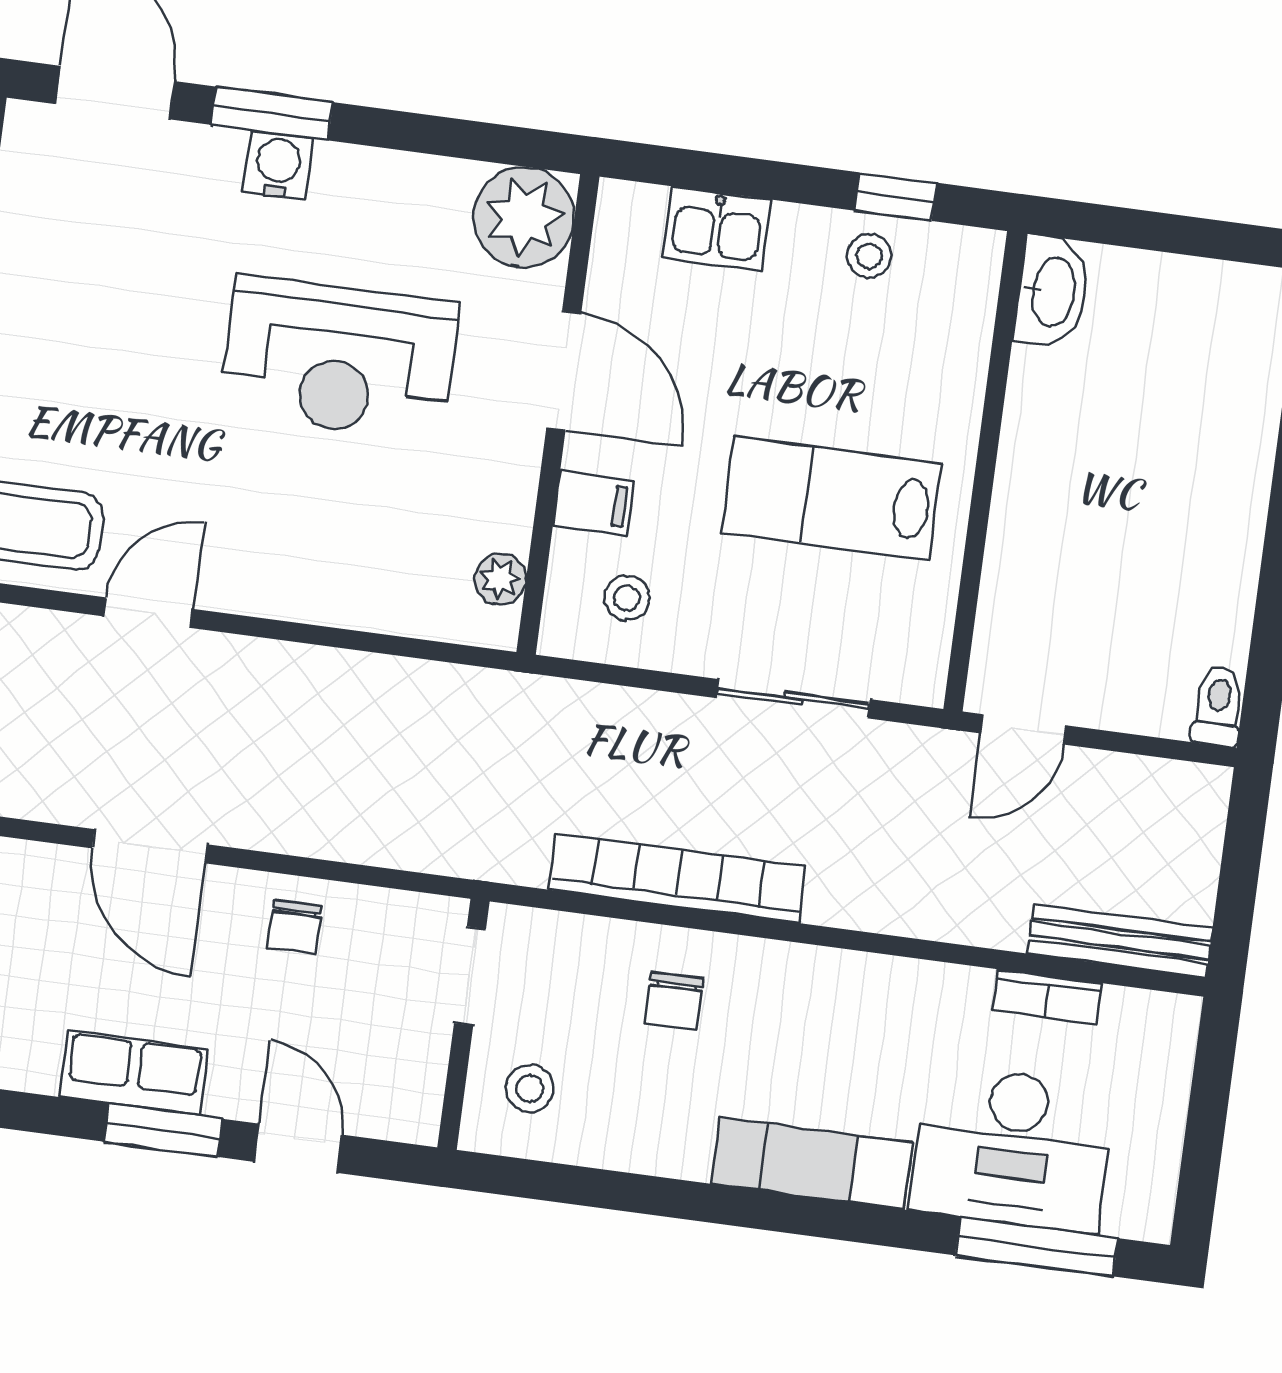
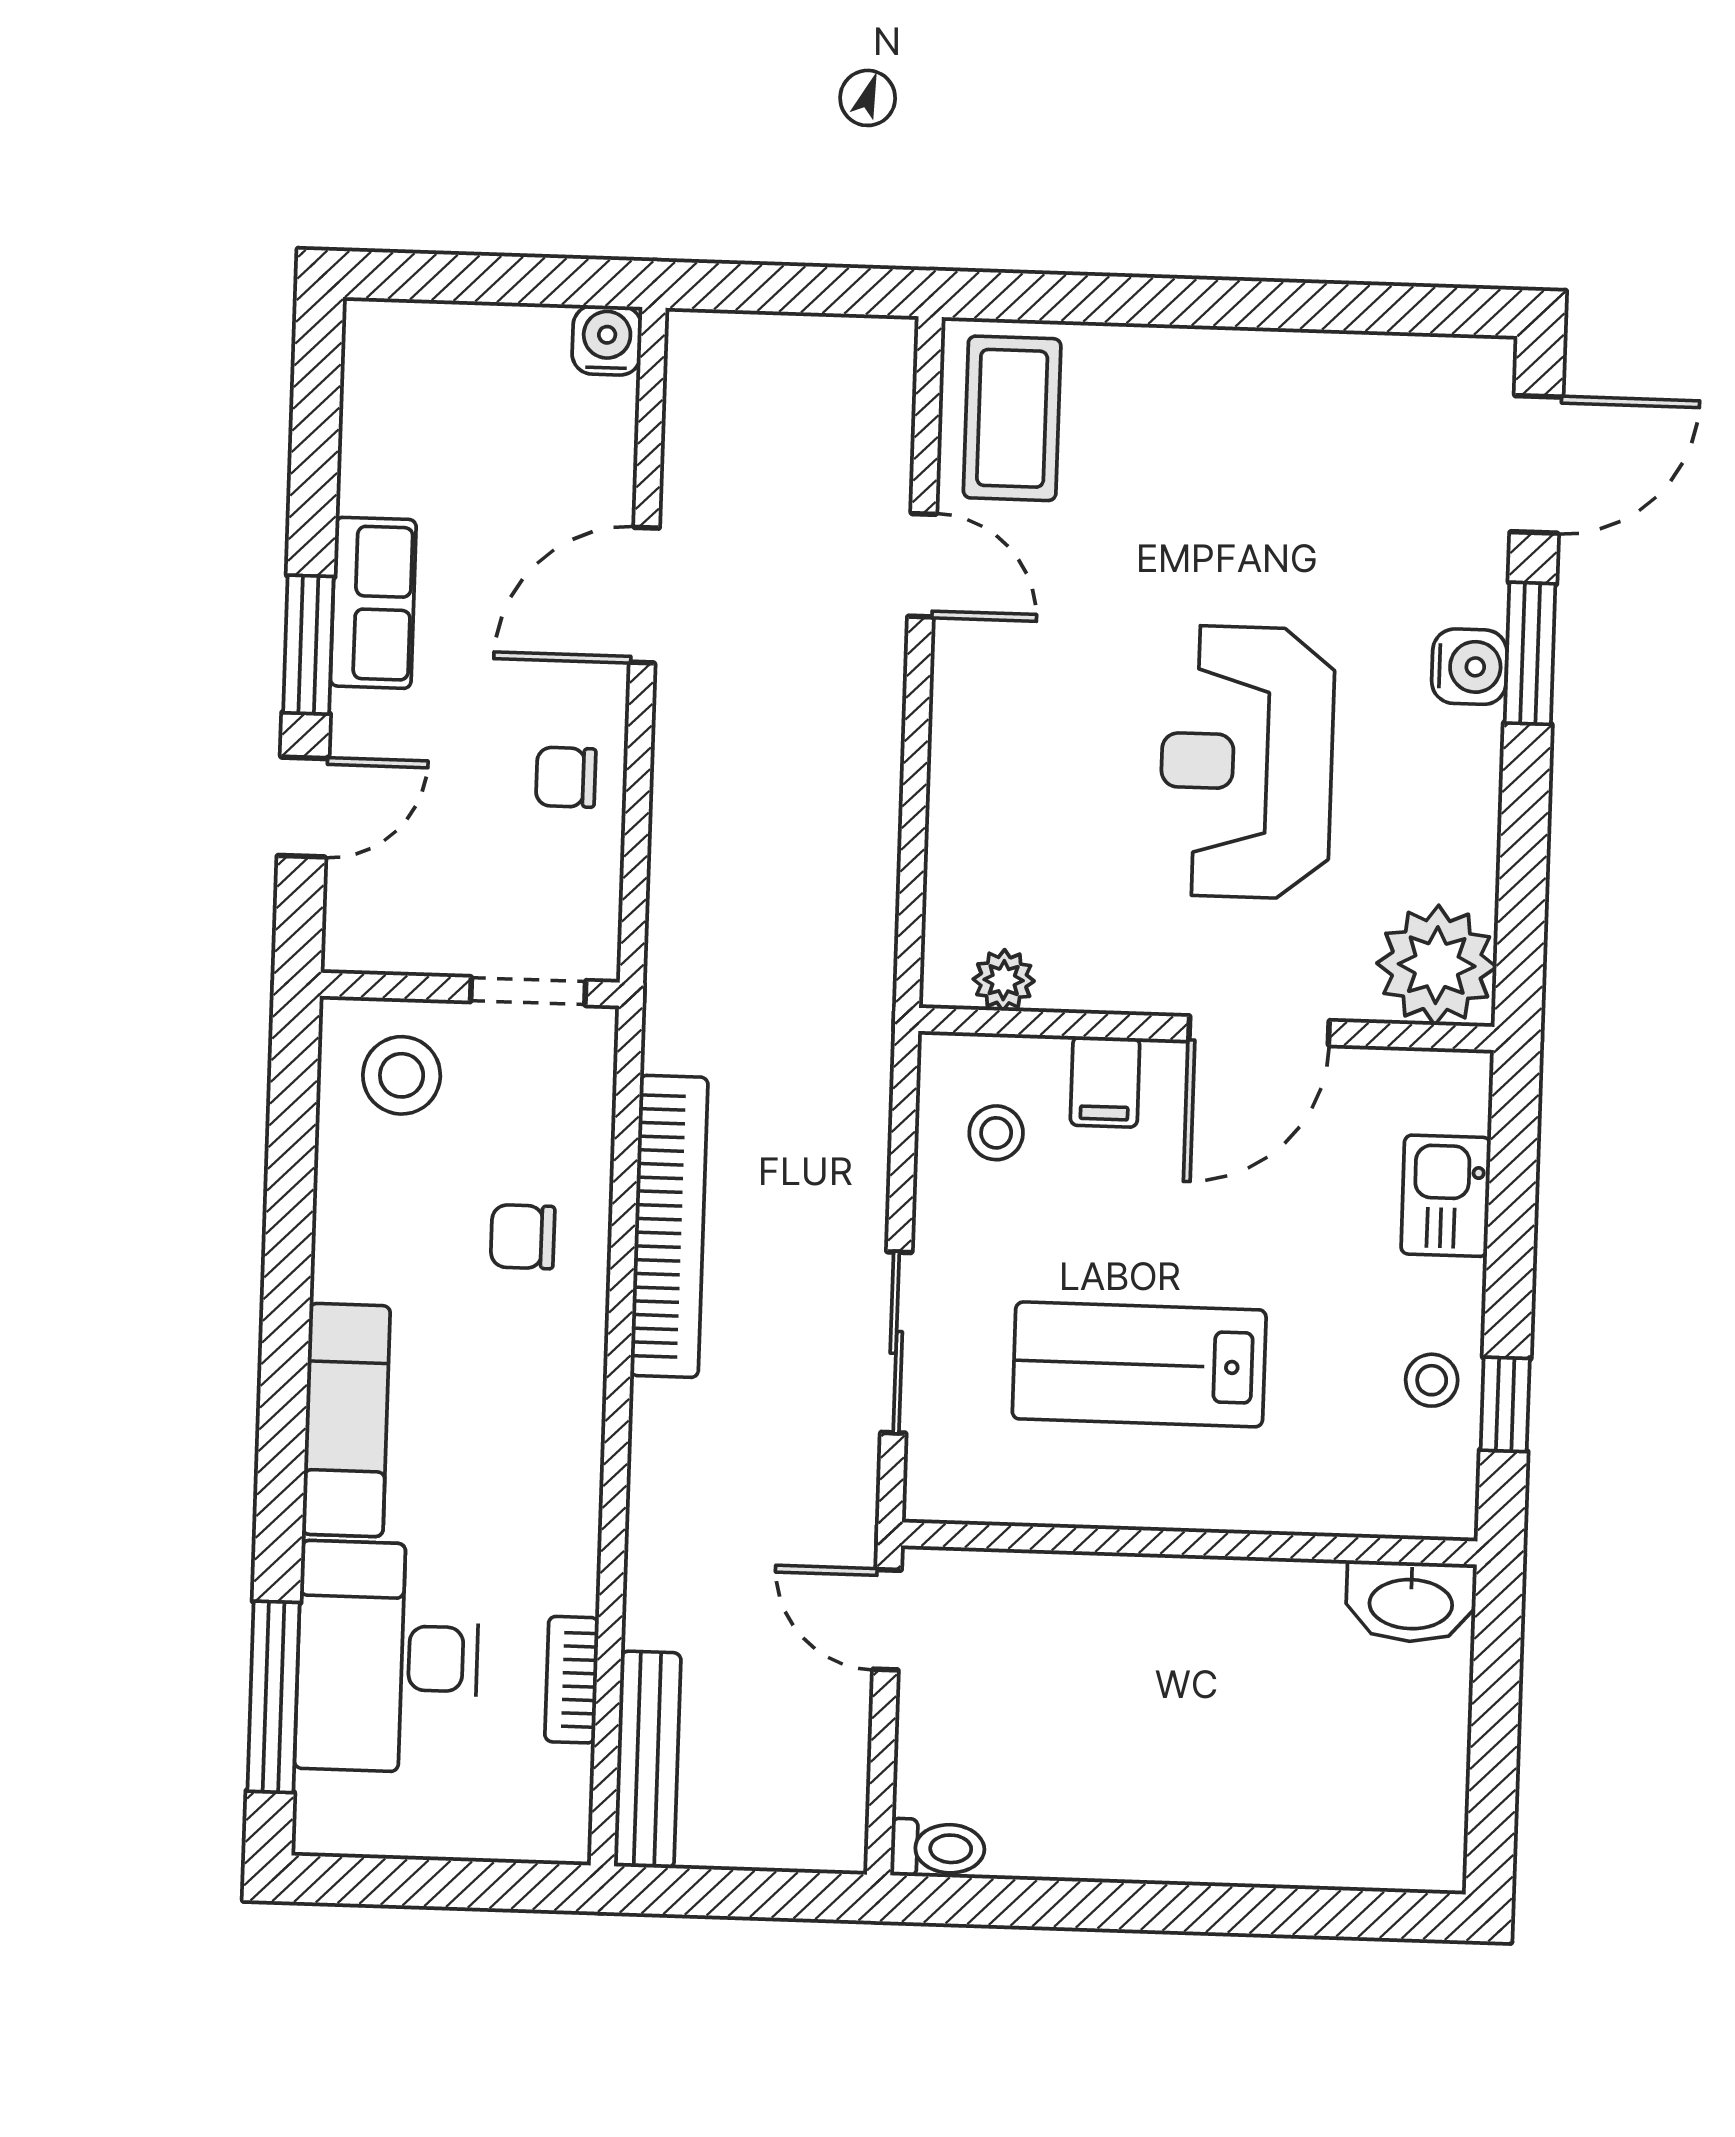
lab bench: (832, 498) -> (1139, 1364), turned -90
stool: (530, 1088) -> (402, 1075), width x1.37, depth x1.37

